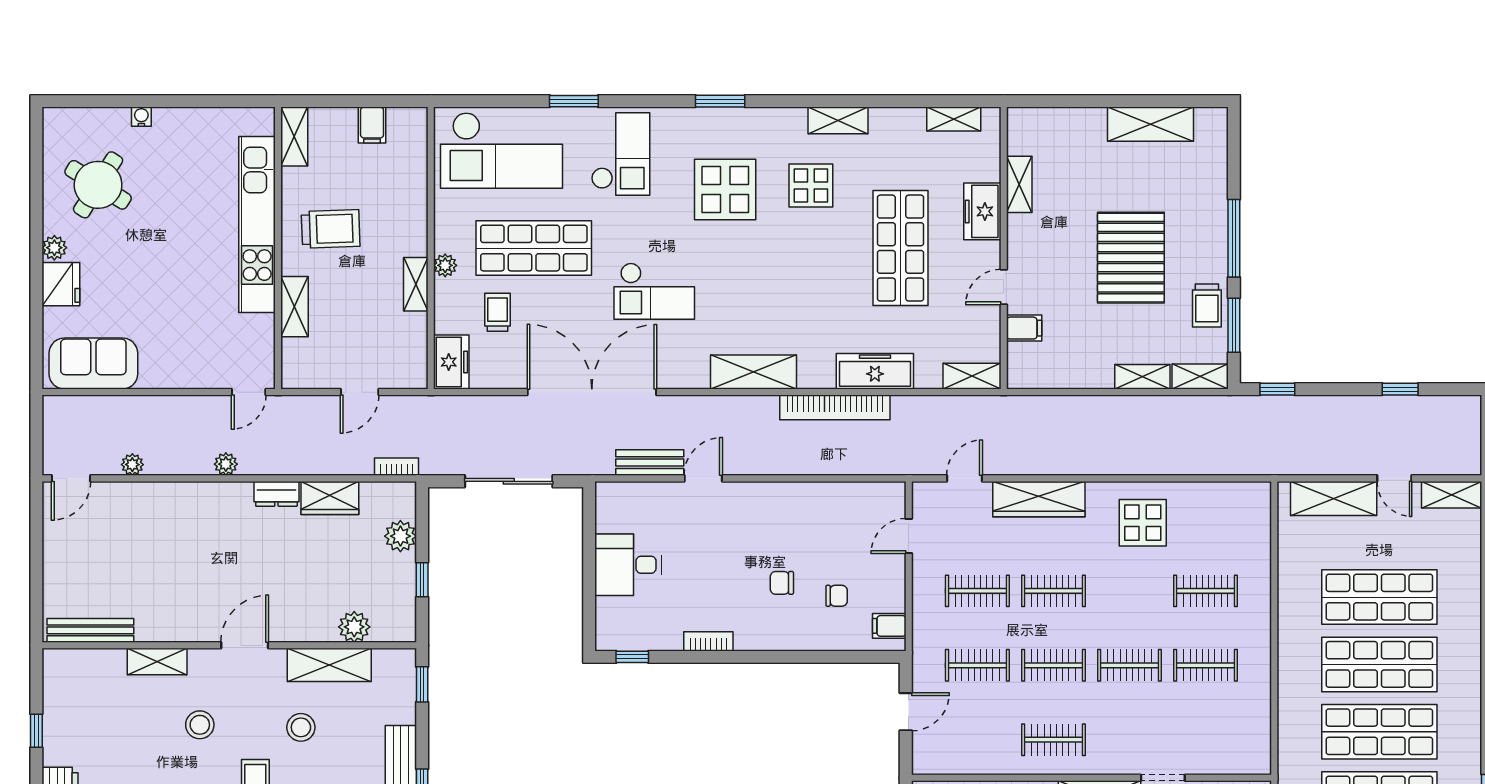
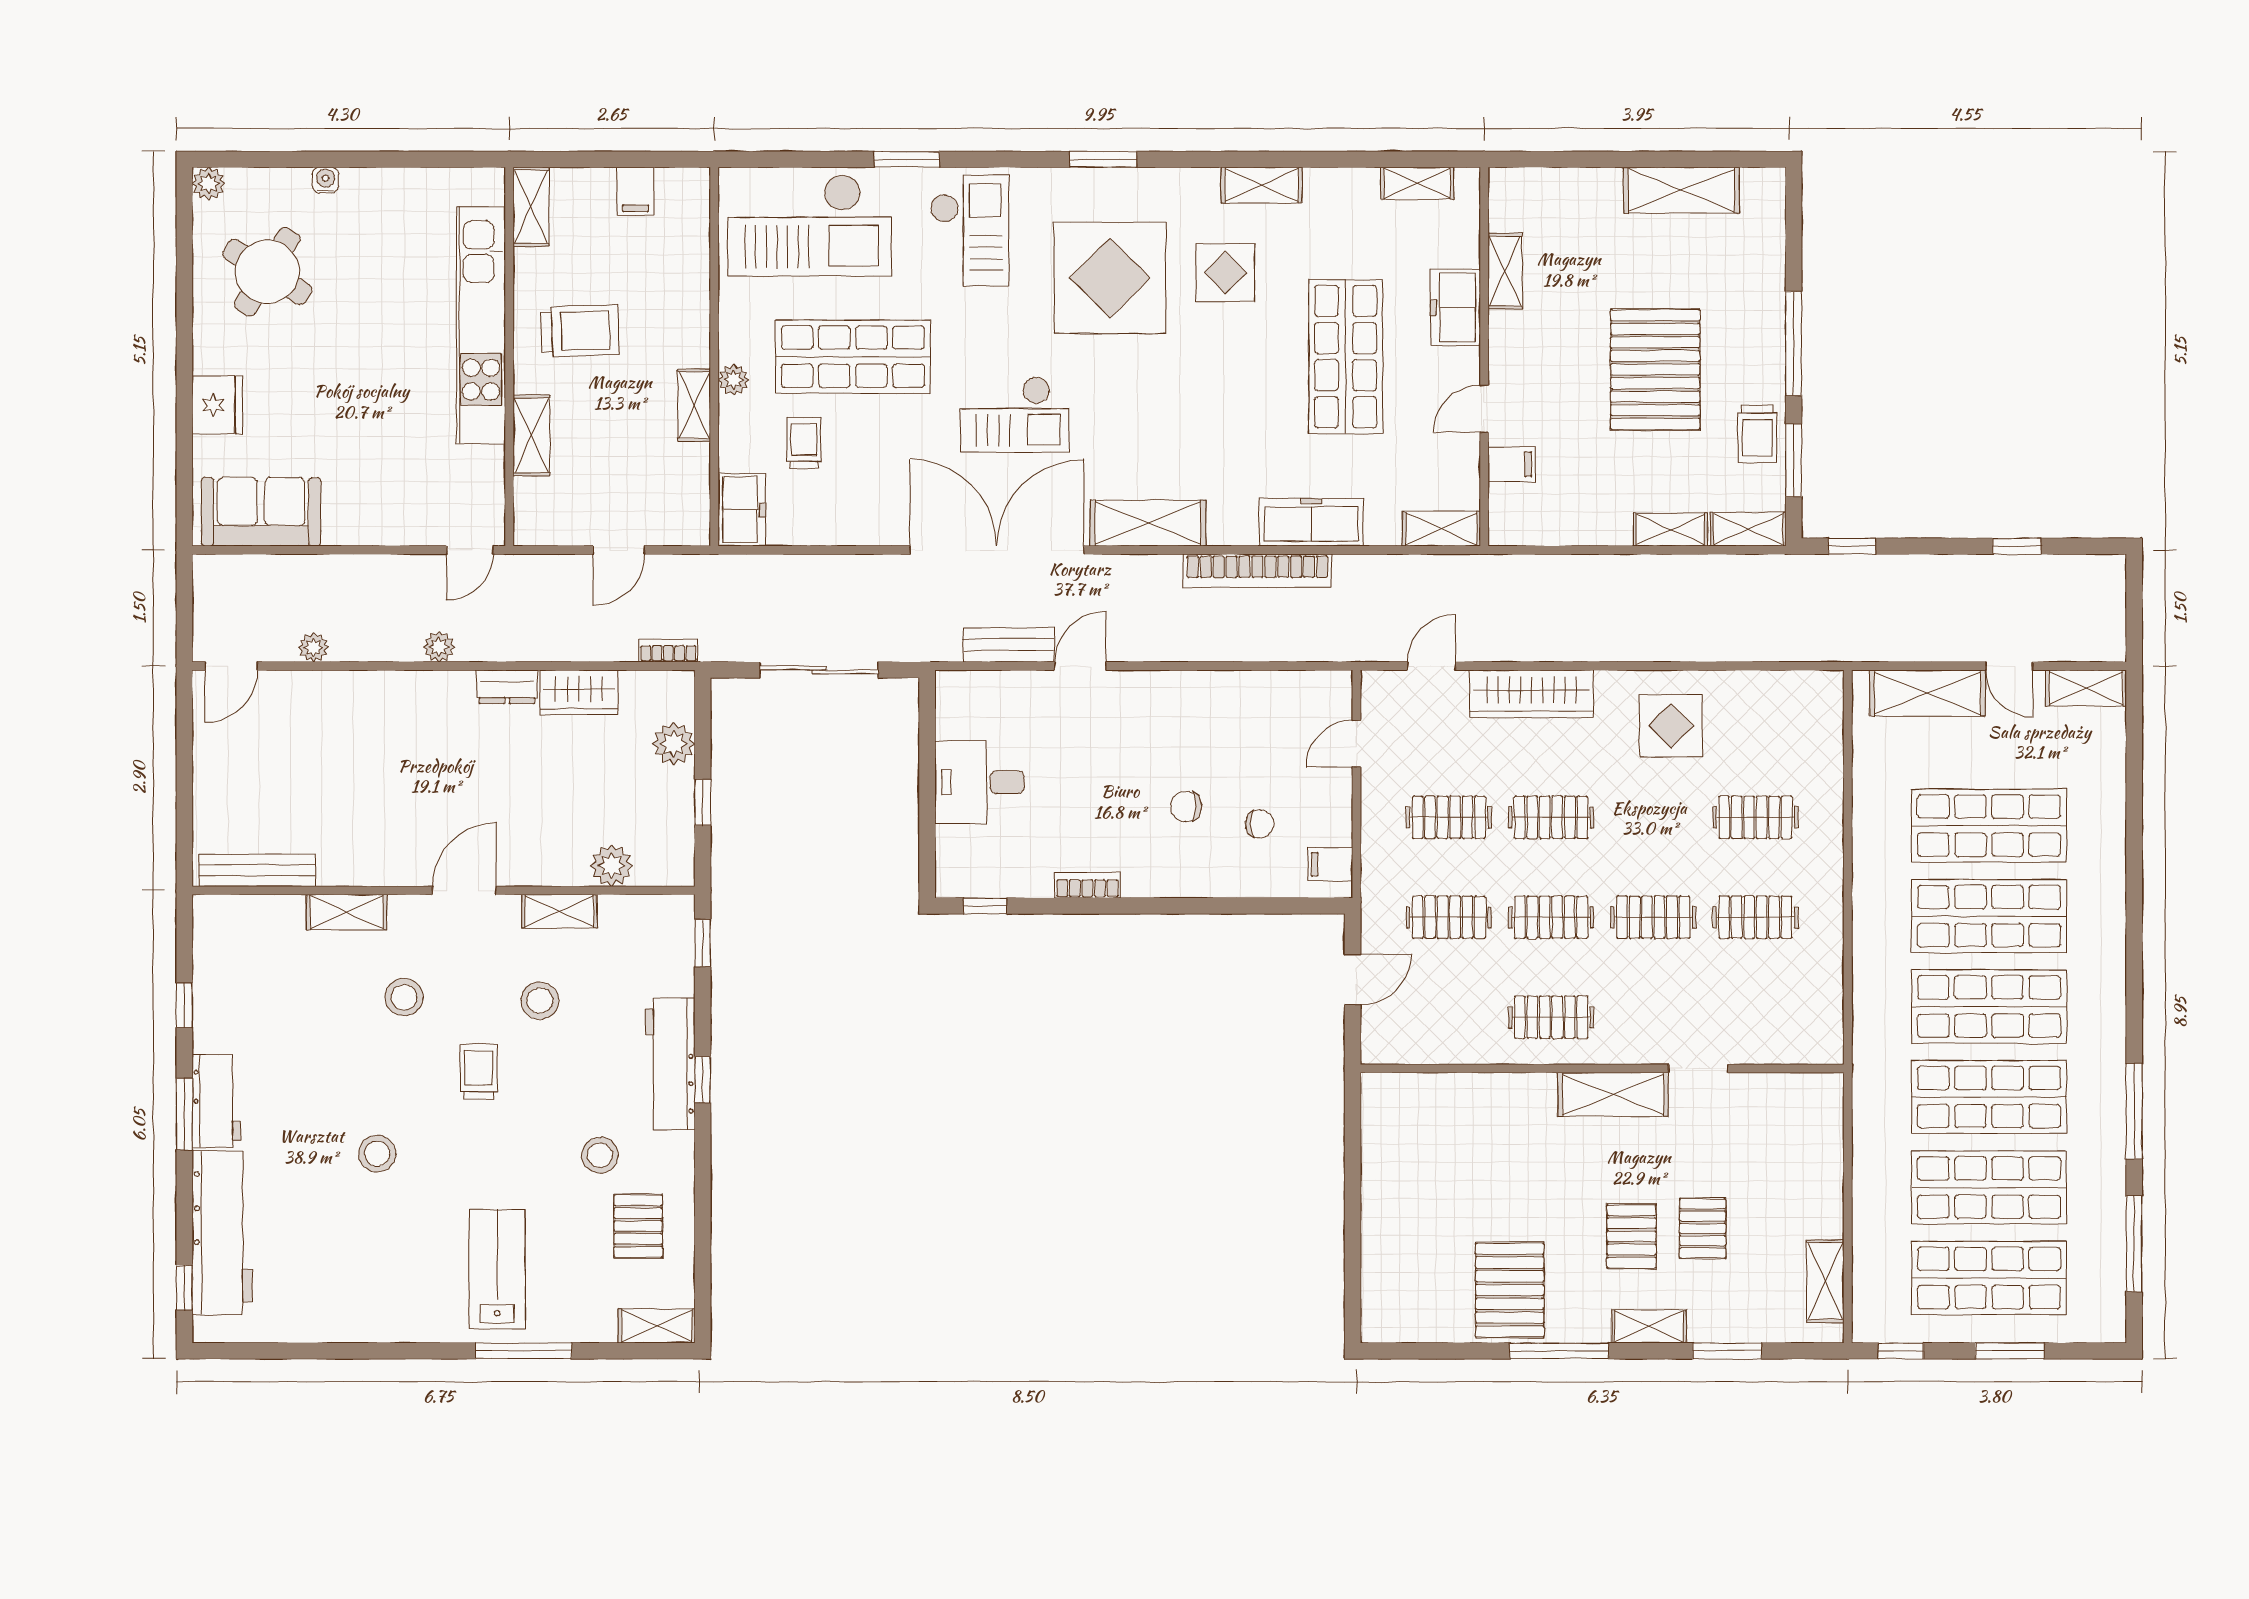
display table: (725, 189) -> (1110, 278), width x1.36, depth x1.36
plant: (54, 248) -> (209, 184), moved
double door: (592, 392) -> (997, 550), moved
shelving: (329, 665) -> (559, 911), width x0.67, depth x0.75

